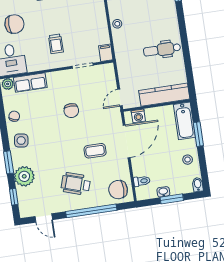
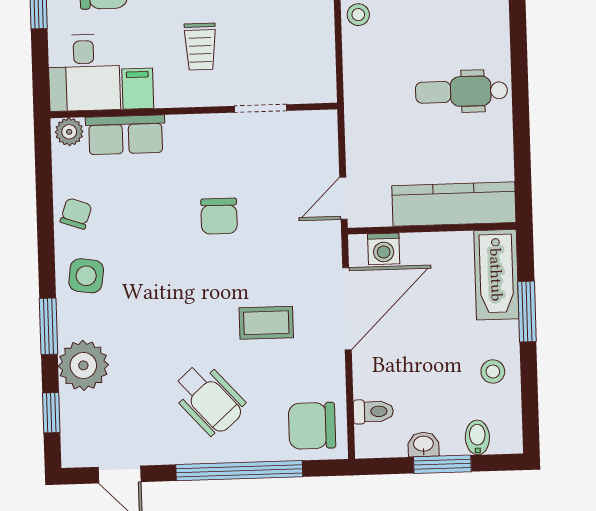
filing cabinet: (106, 53) -> (138, 89), moved
wheelchair: (76, 184) -> (209, 399), turned -150
bidet: (198, 185) -> (477, 437), moved

